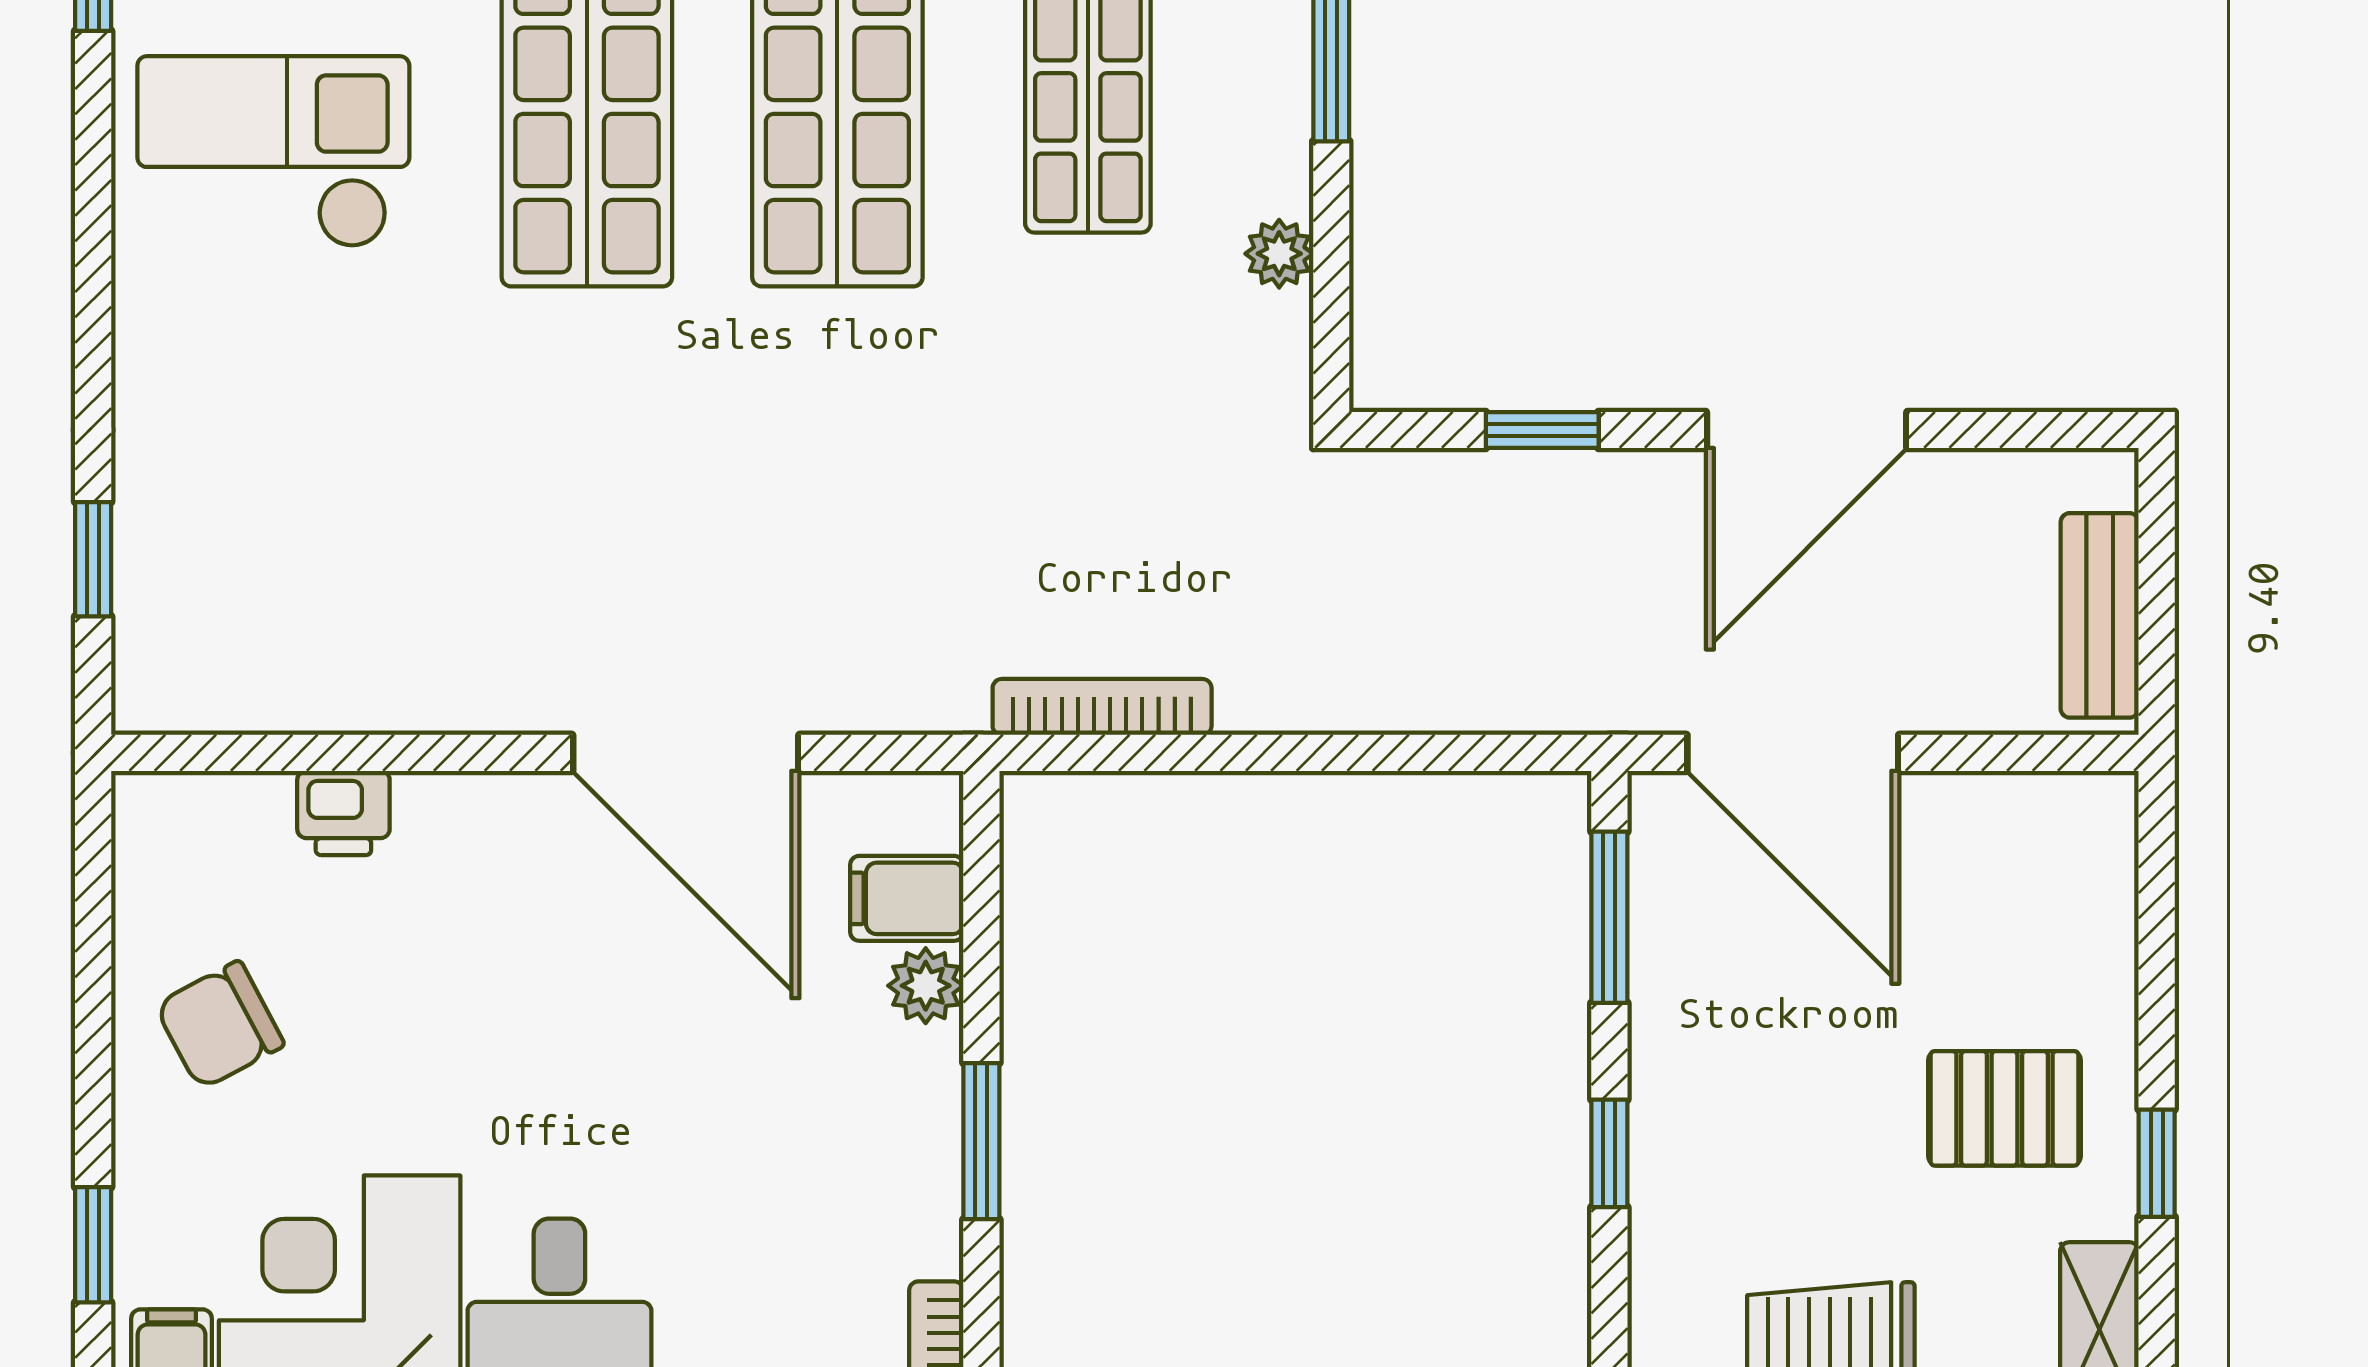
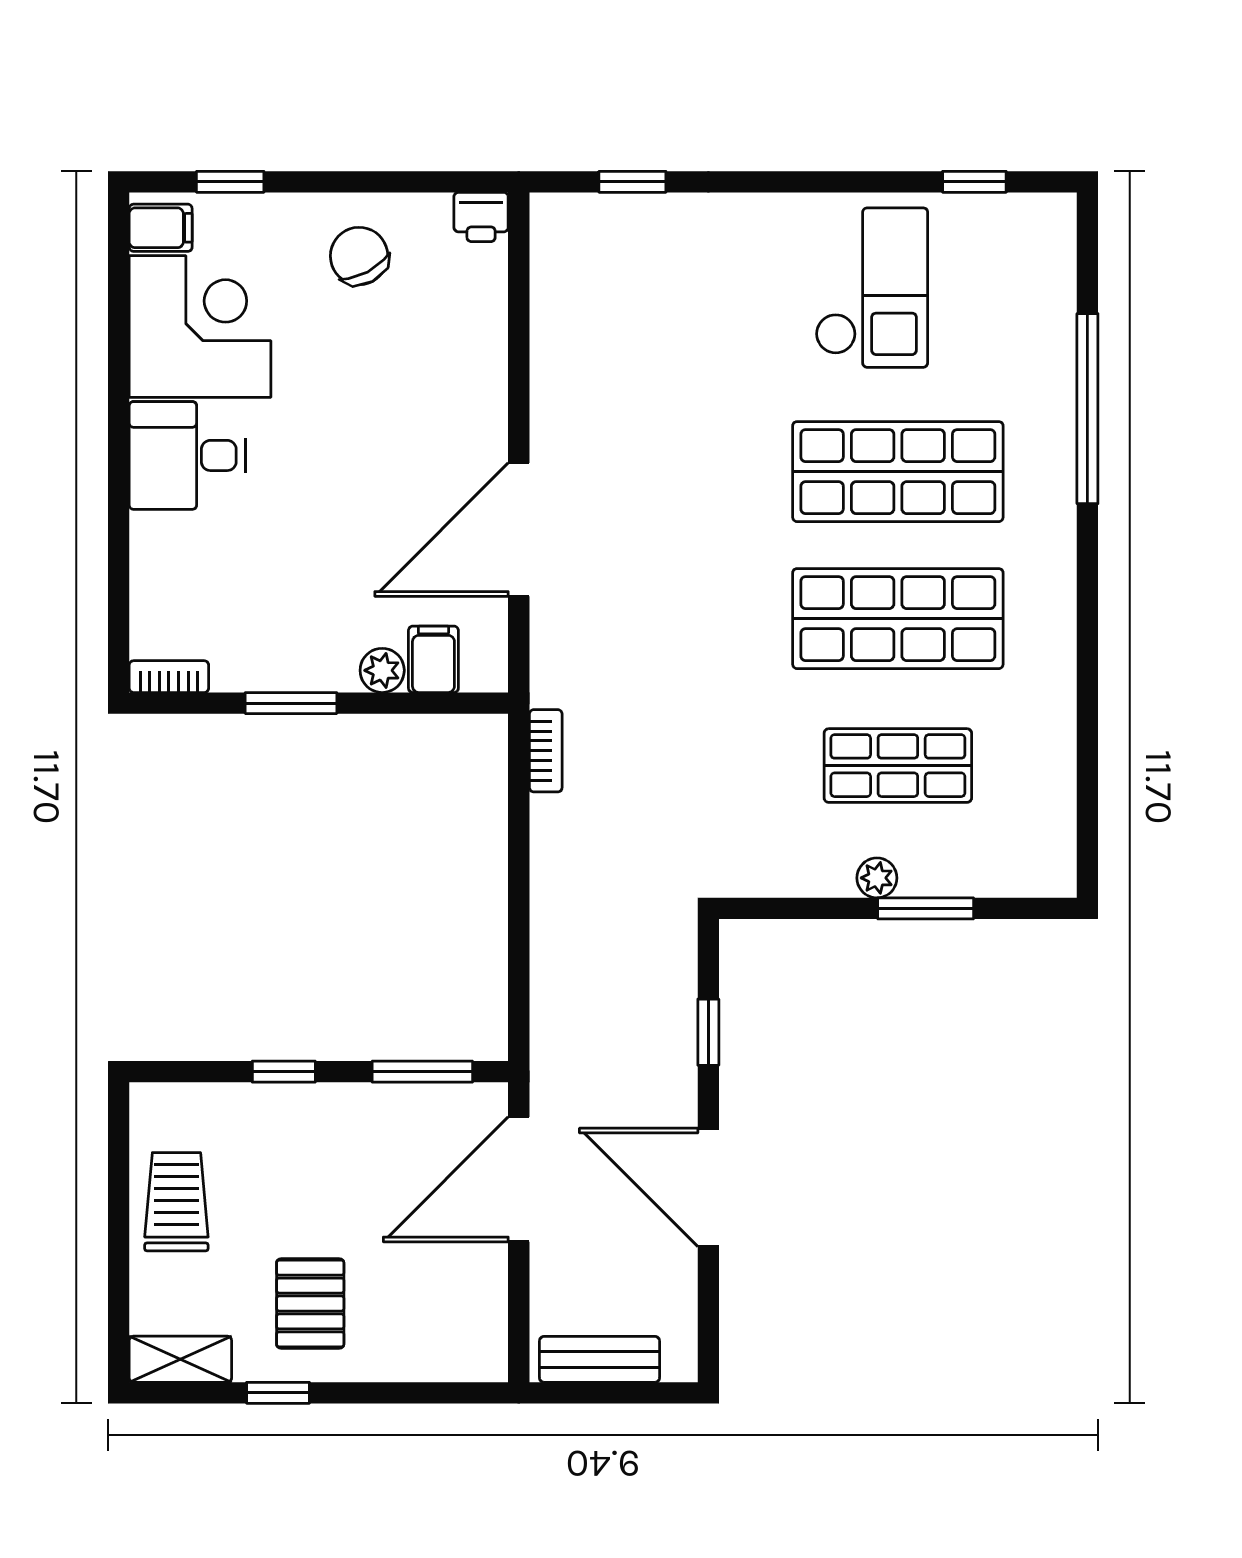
plant: (1279, 254) -> (877, 878), moved
bookcase: (1102, 707) -> (546, 751), width x0.64
printer: (343, 813) -> (481, 217), moved, turned -90

